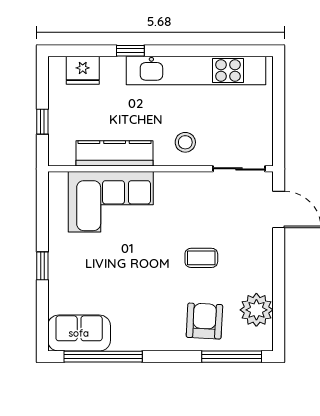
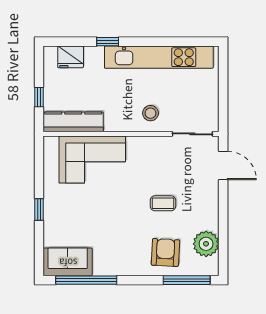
kitchen counter: (115, 153) -> (73, 122), moved

